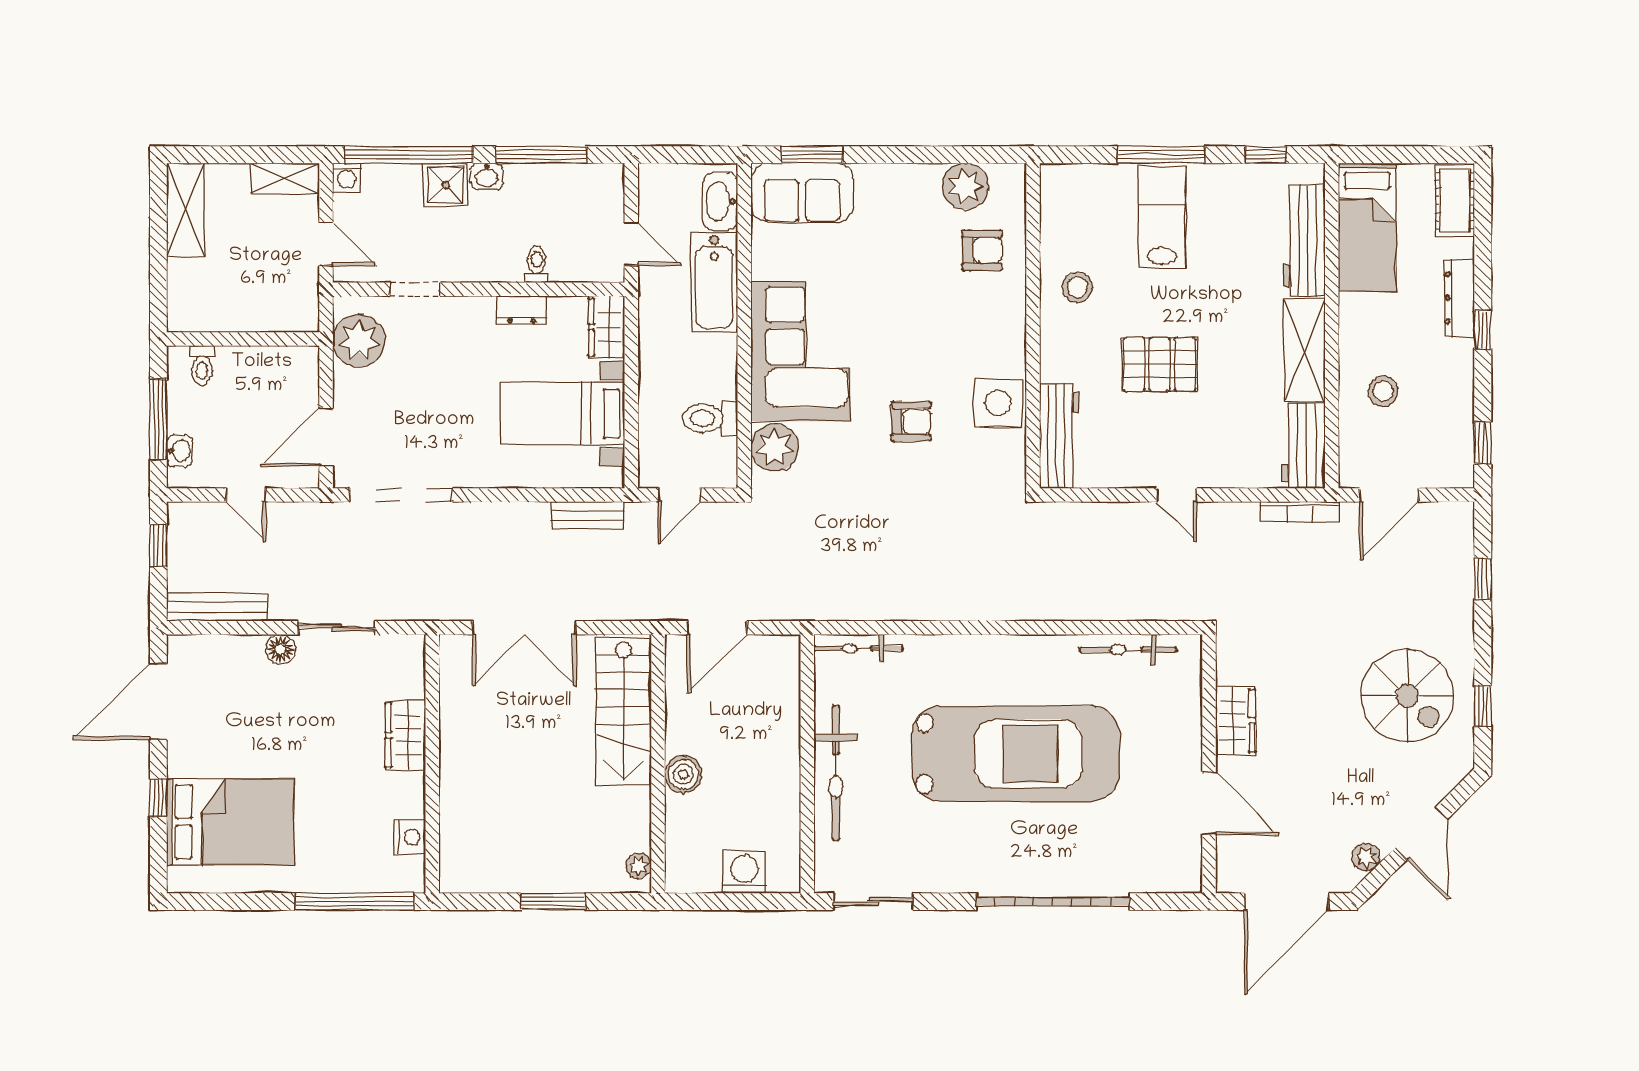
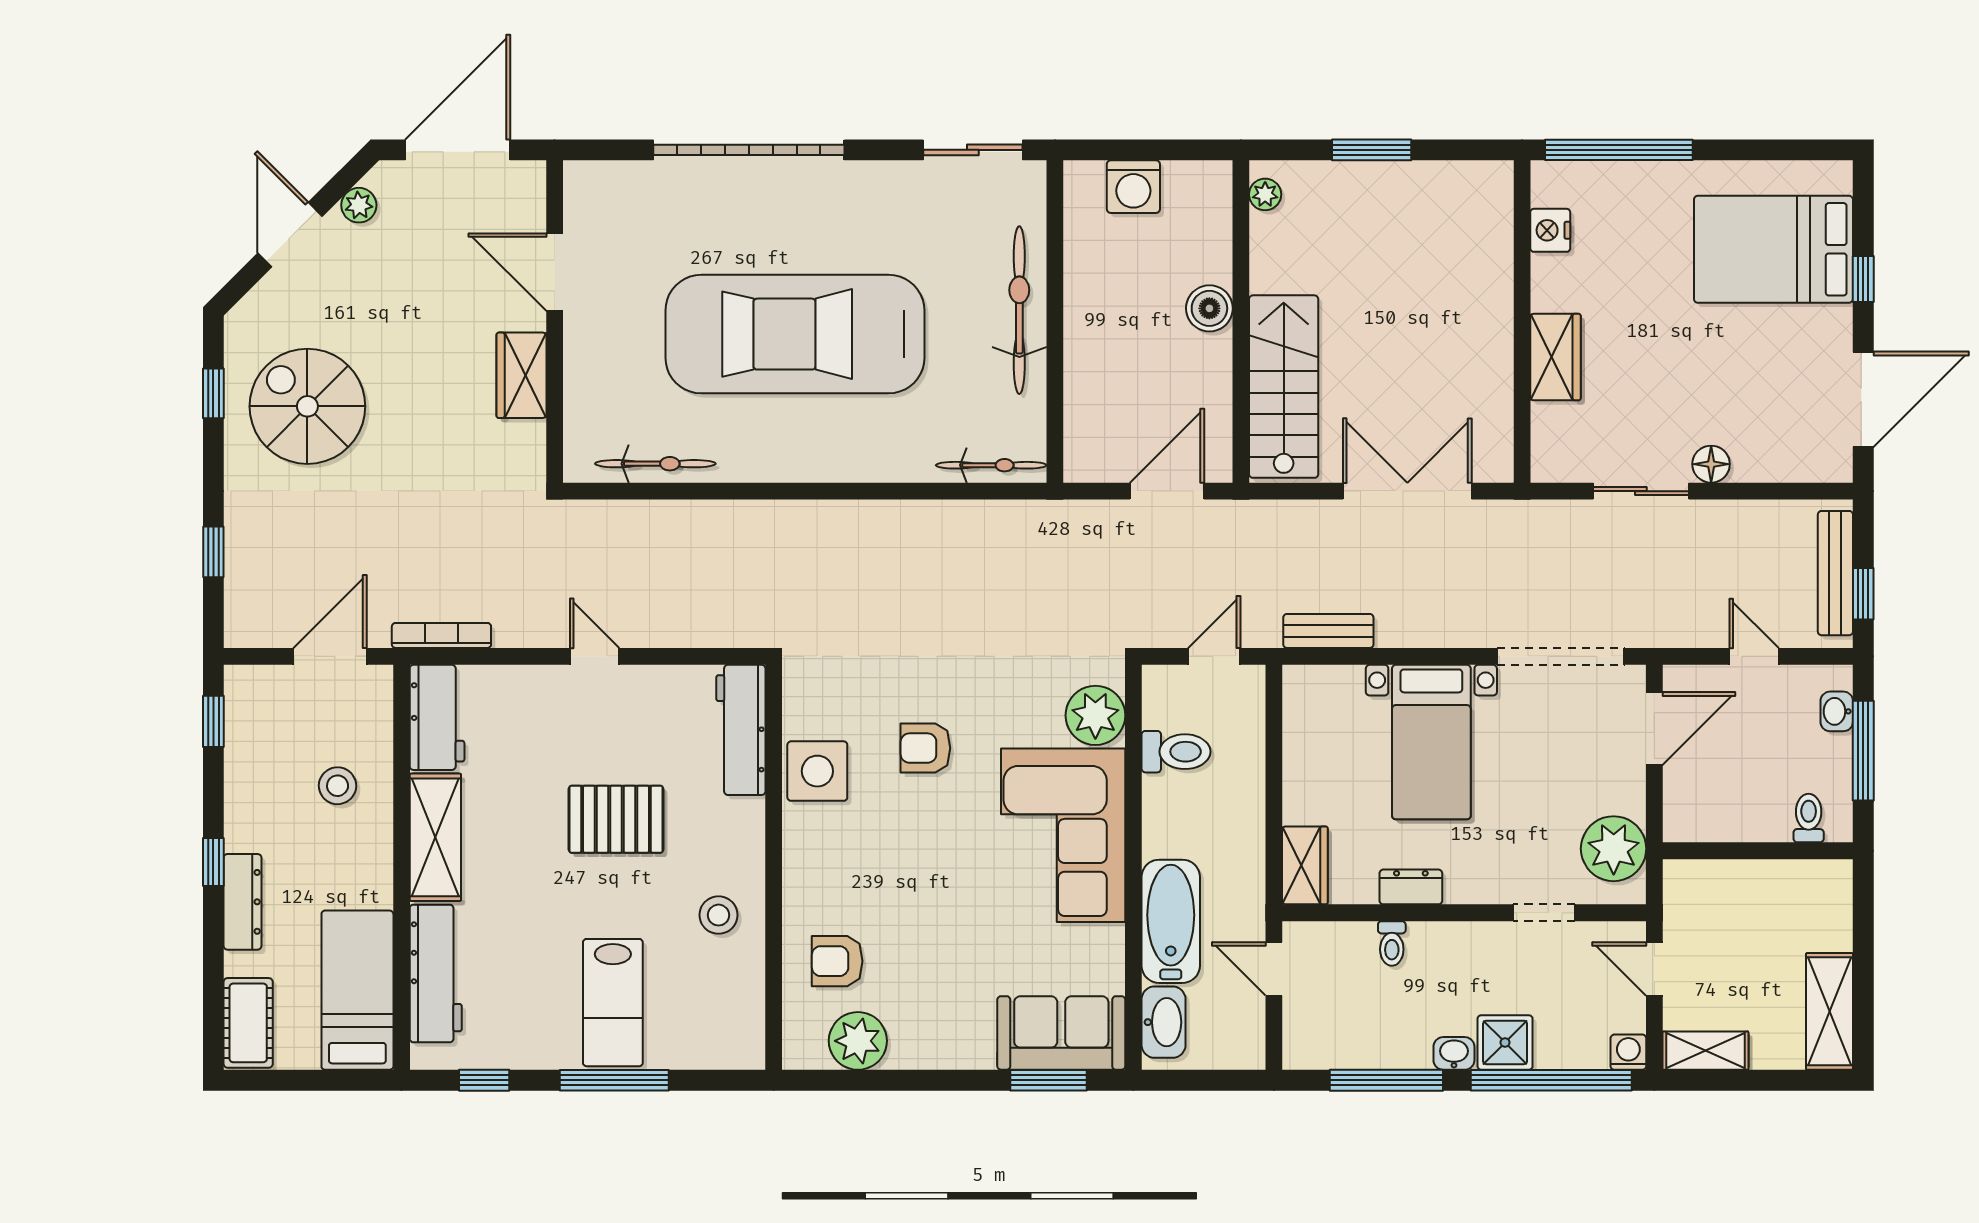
bed with nightstands: (563, 414) -> (1431, 742), moved, turned 90
bench: (217, 607) -> (1835, 573), moved, turned 90

